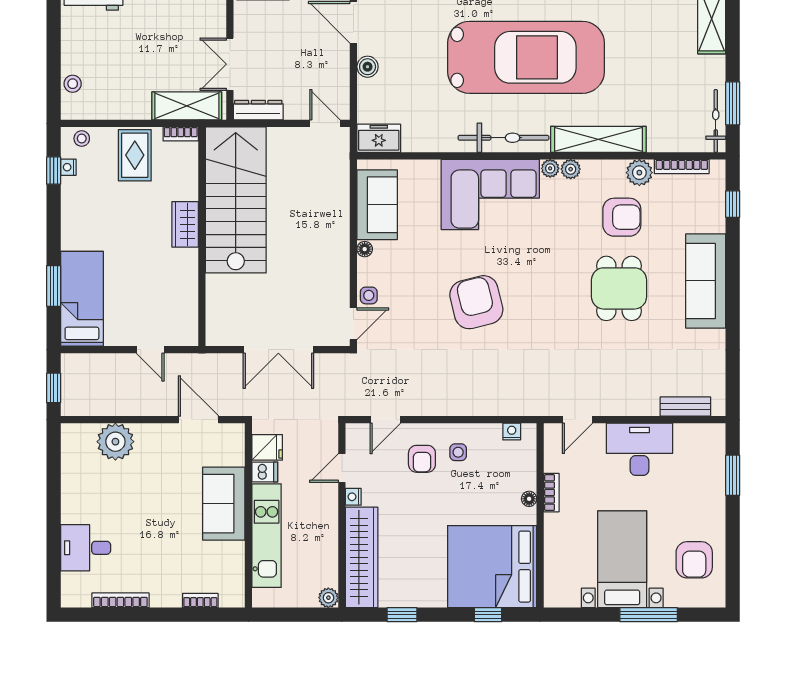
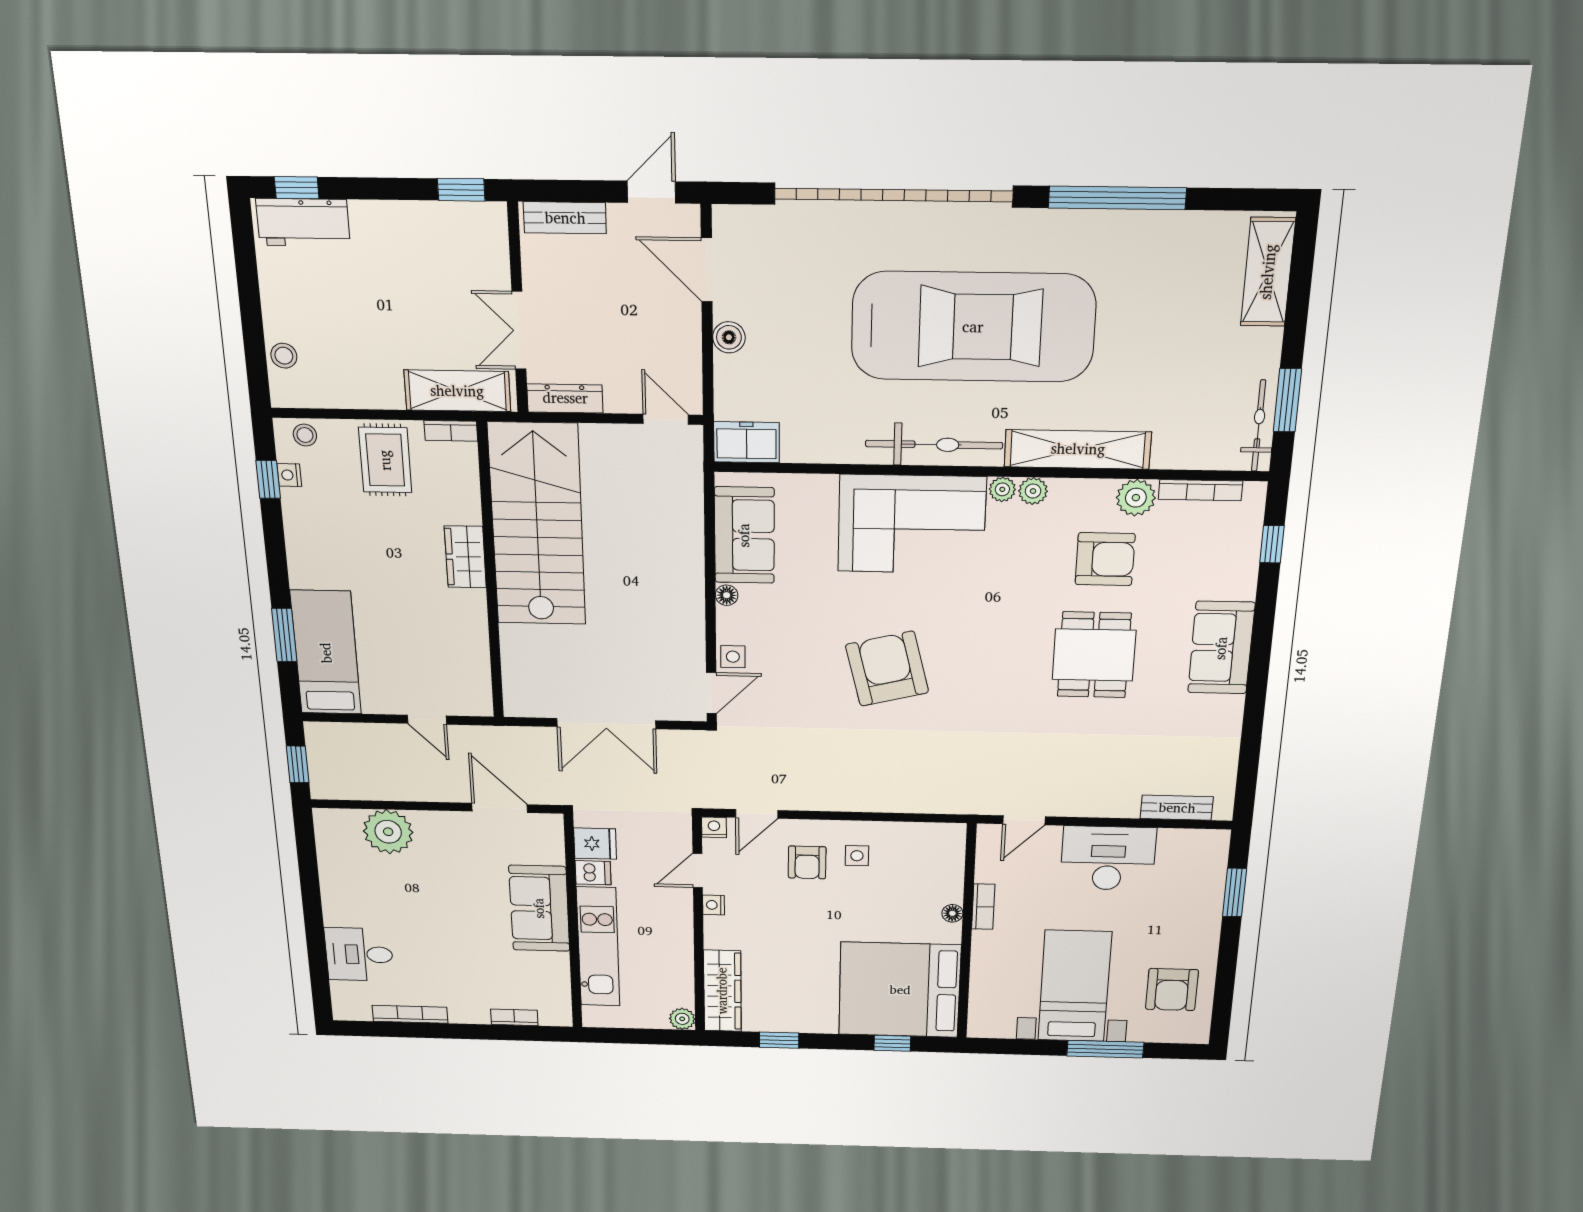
sofa: (706, 281) -> (1221, 648), width x0.73
nightstand: (512, 432) -> (714, 827), moved
wardrobe: (362, 557) -> (722, 991), width x0.71, depth x0.85

